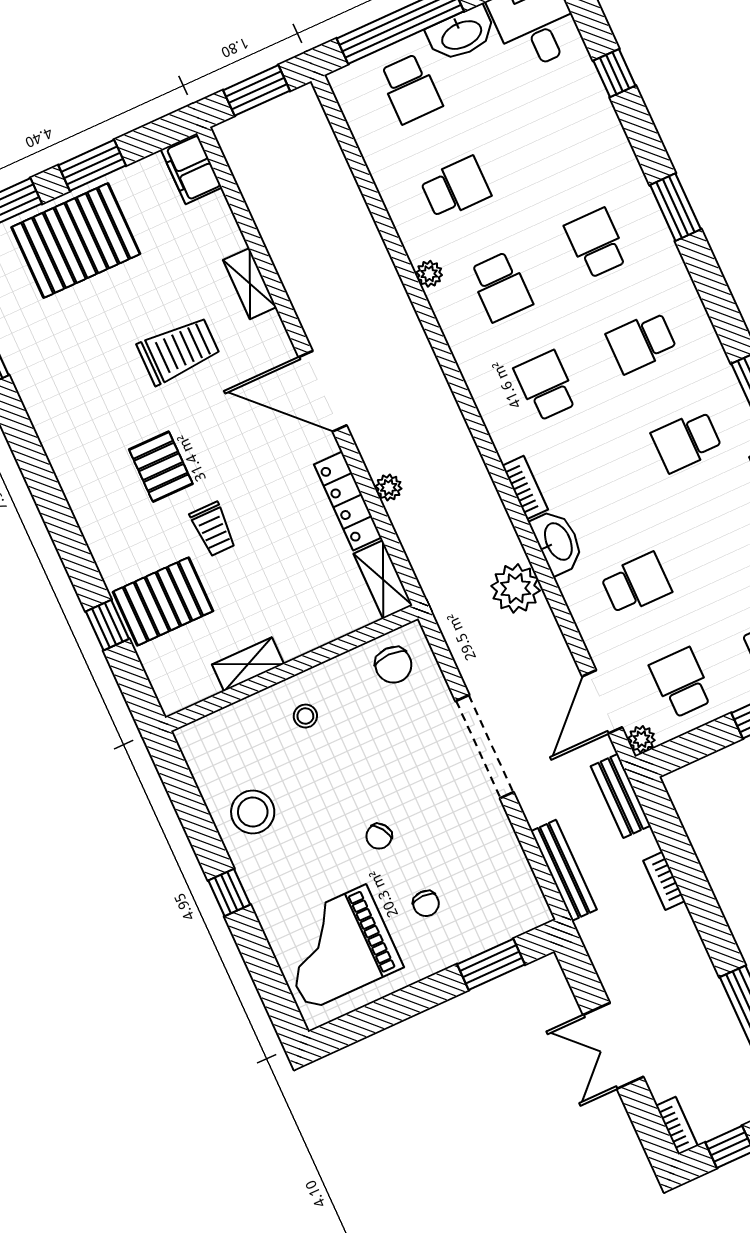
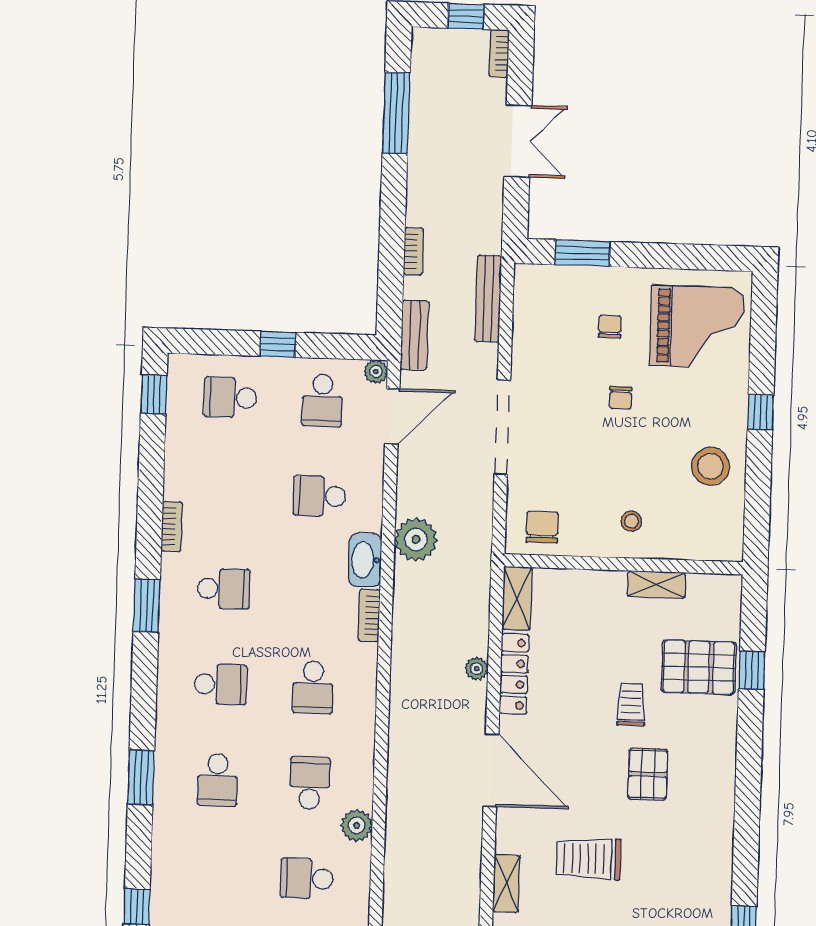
plant: (429, 274) -> (357, 825), width x1.38, depth x1.38
chair: (379, 836) -> (621, 398), turned 124

